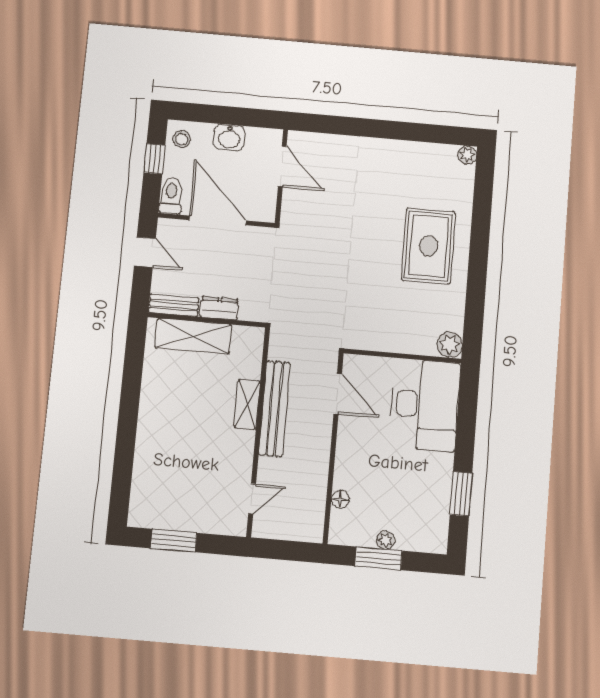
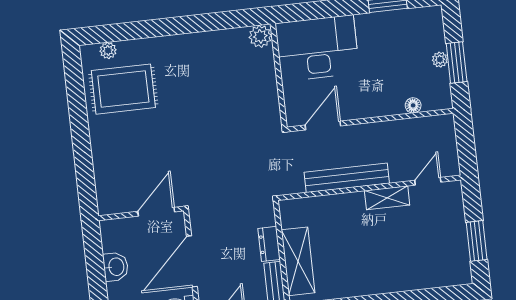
plant: (467, 155) -> (108, 50), moved
door: (282, 166) -> (156, 212), moved
rug: (428, 246) -> (123, 89), moved
shelving: (247, 404) -> (387, 198), moved
door: (252, 499) -> (428, 181), hinge flipped

